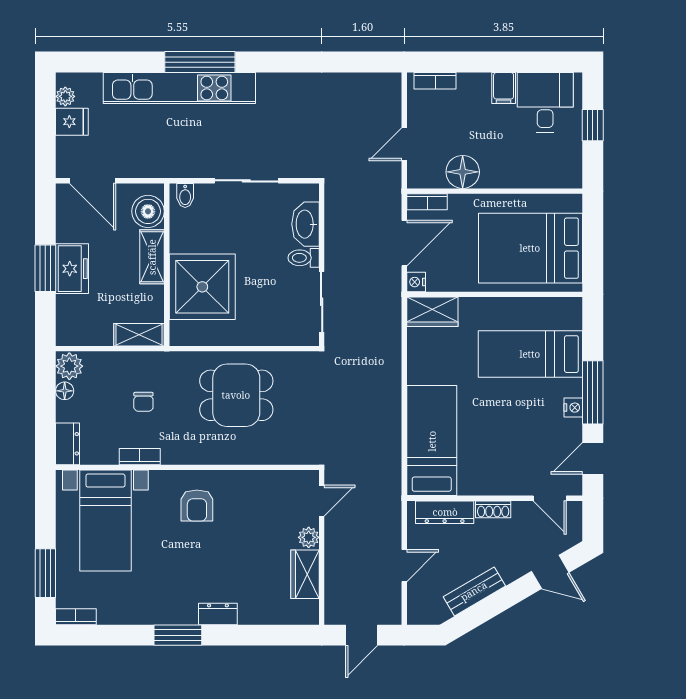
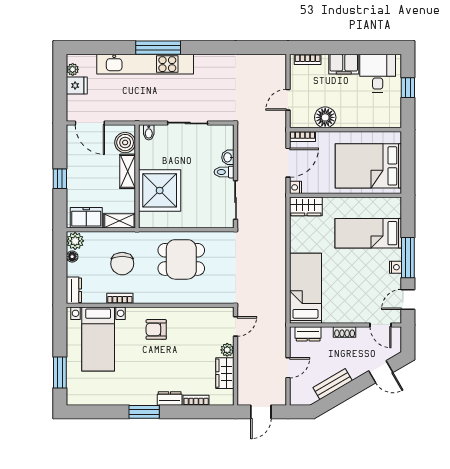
filing cabinet: (504, 88) -> (344, 64), width x2.00
washbasin: (305, 224) -> (228, 157), width x0.52, depth x0.69
window: (45, 268) -> (60, 179), width x0.67
freezer: (72, 269) -> (86, 218), moved, turned -90
chair: (143, 402) -> (122, 264), width x1.87, depth x1.87
armchair: (197, 505) -> (156, 329), turned 90
dresser: (445, 512) -> (308, 334), width x0.70
bookcase: (76, 617) -> (196, 400), moved

